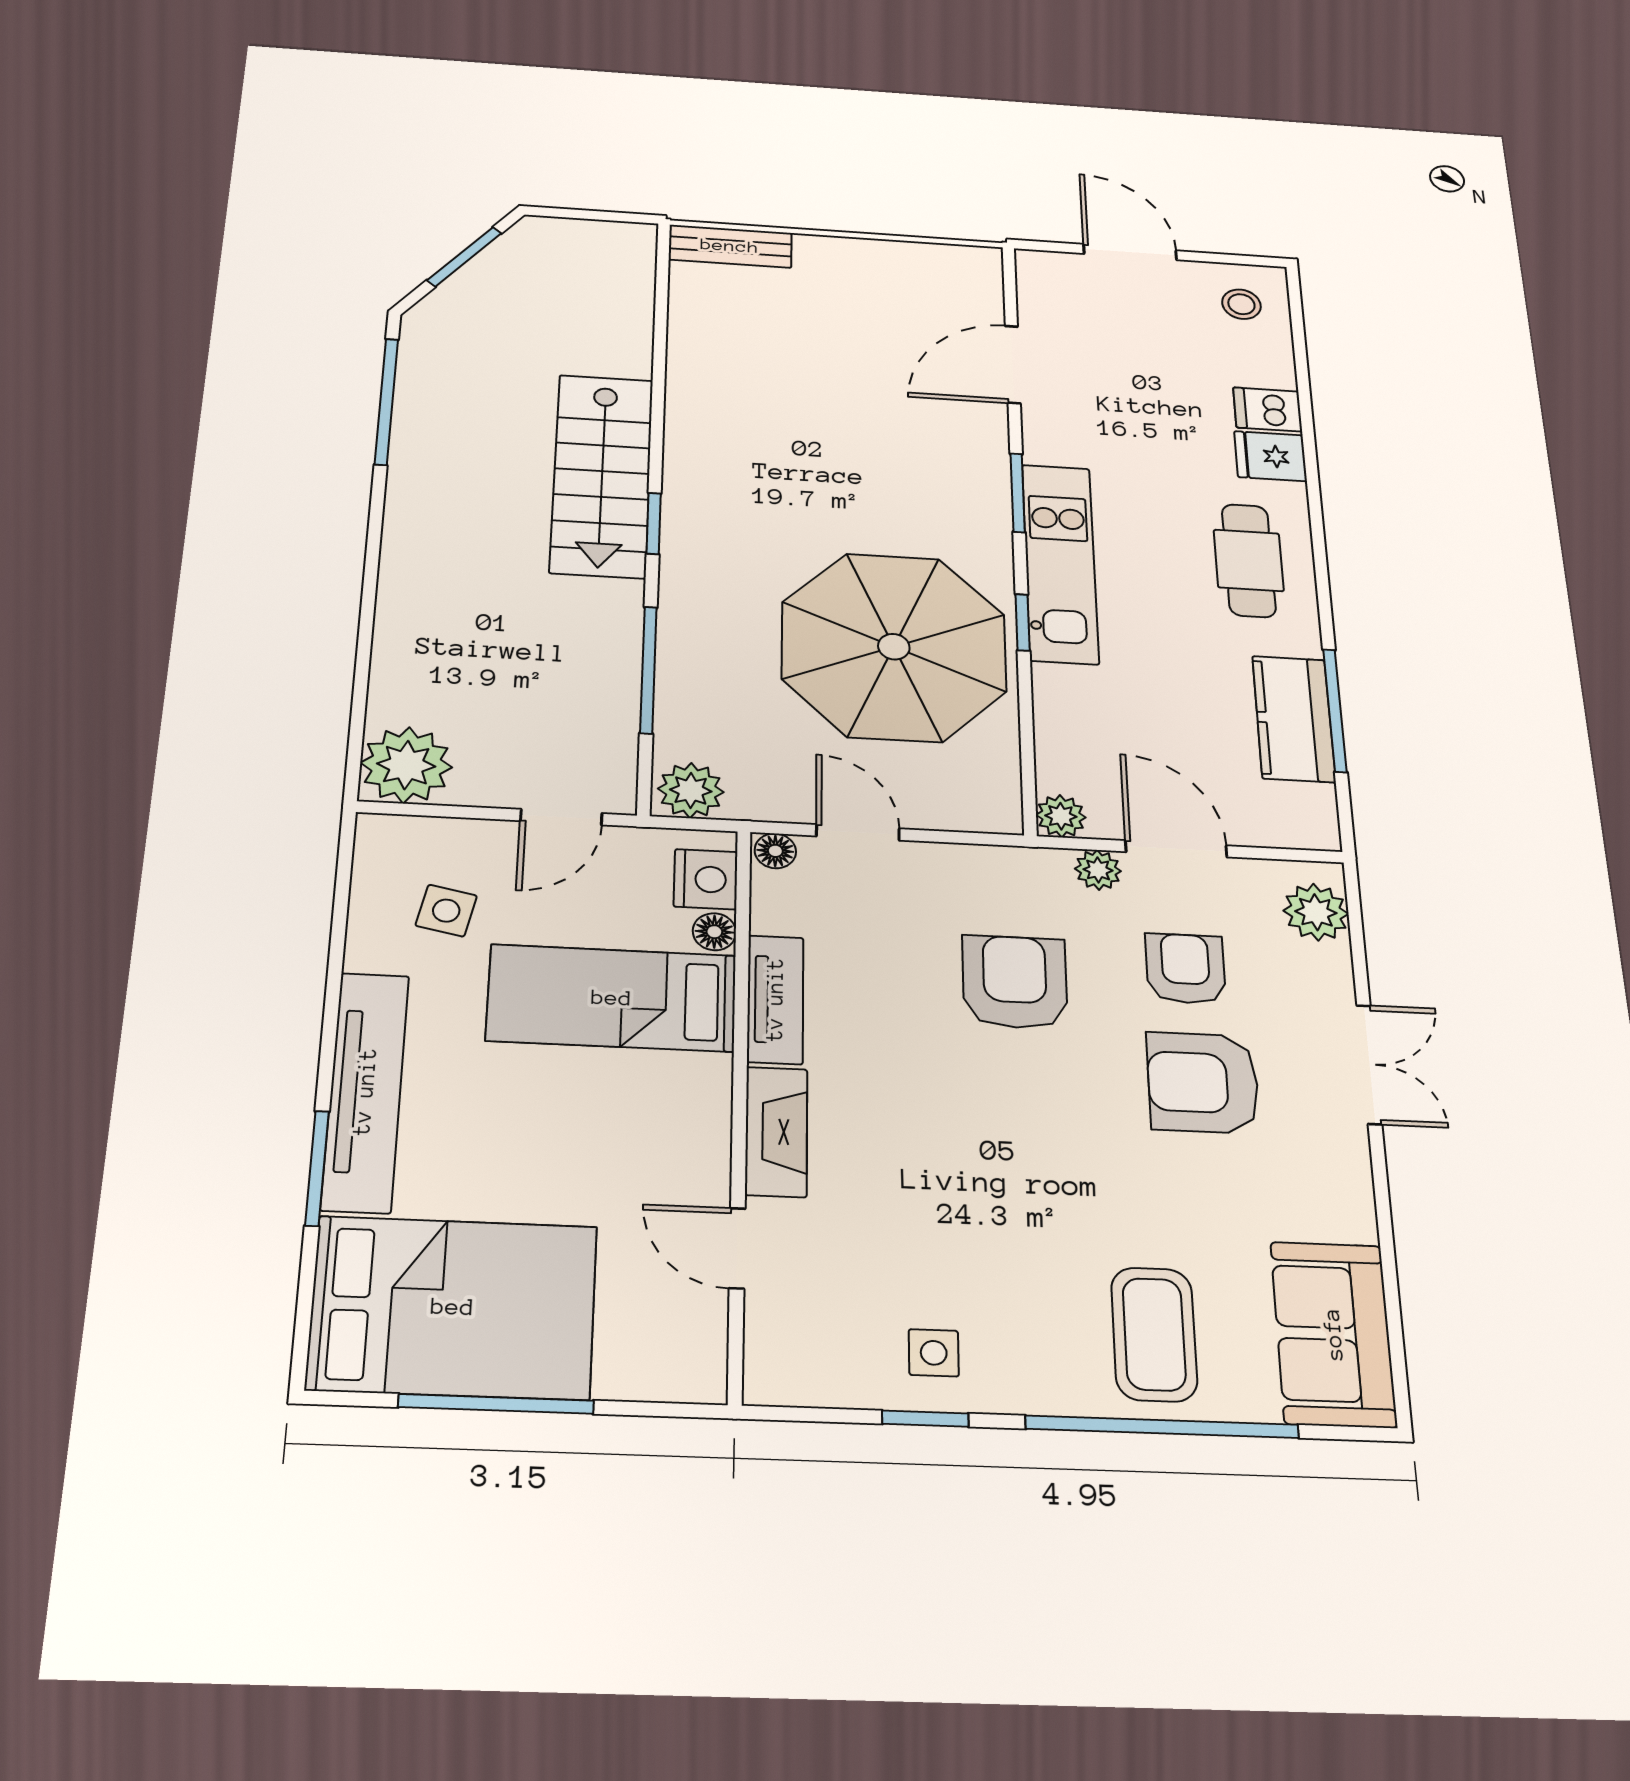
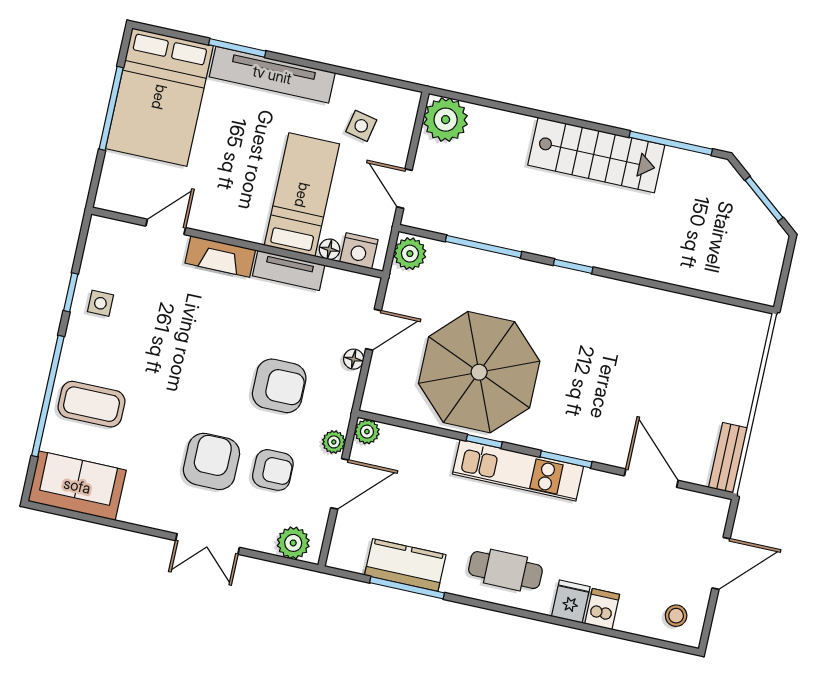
bench: (730, 246) -> (728, 458), moved
stairs: (602, 475) -> (596, 155), moved, turned 180
floor lamp: (775, 851) -> (354, 359), moved

